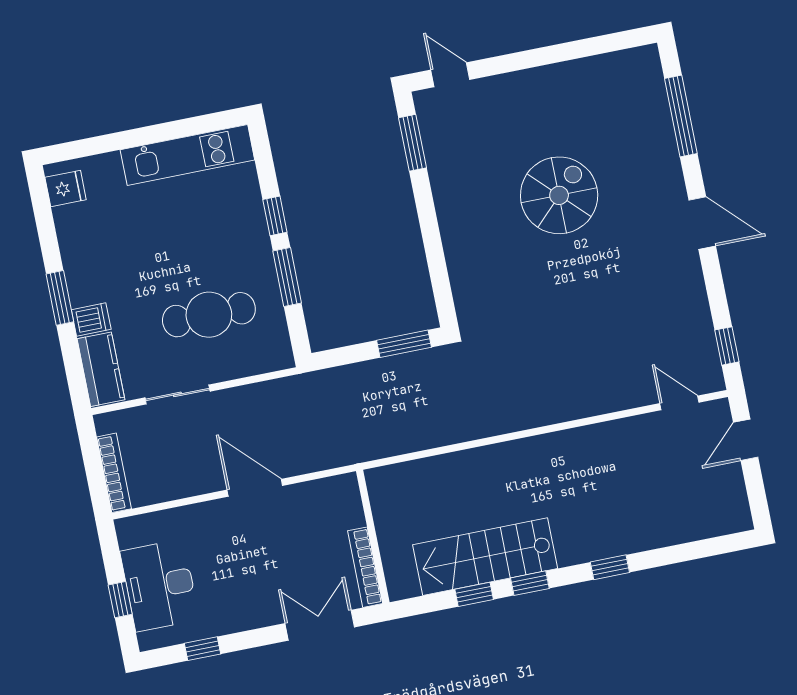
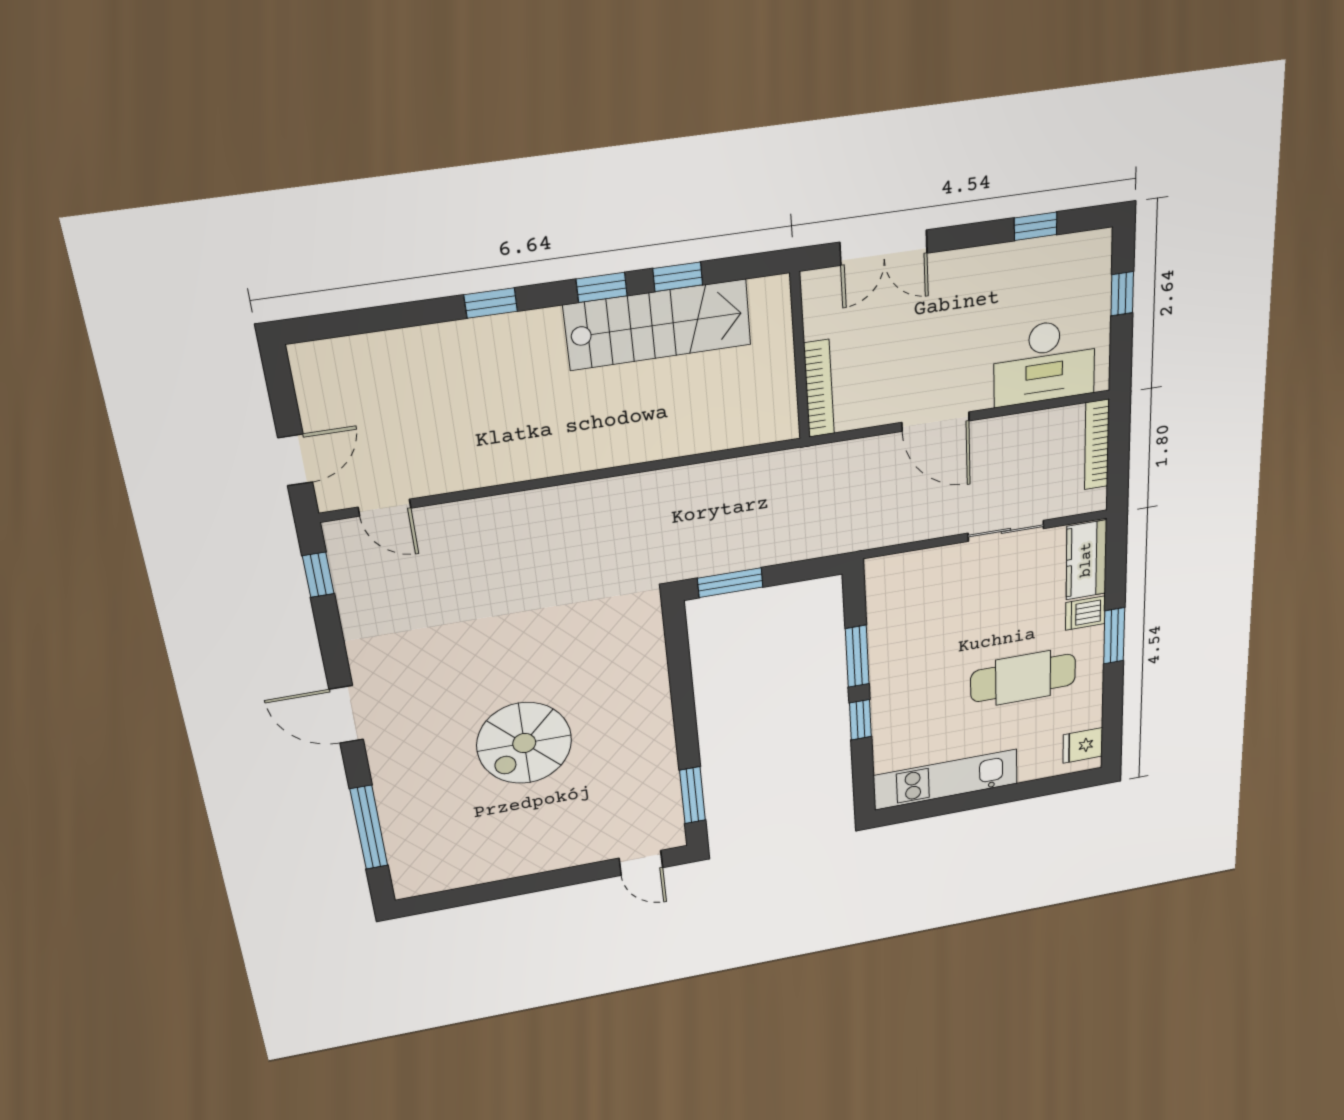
cafe table: (209, 315) -> (1023, 678), moved
bookcase: (365, 567) -> (819, 389), moved
desk: (160, 585) -> (1044, 362), moved, turned 90

